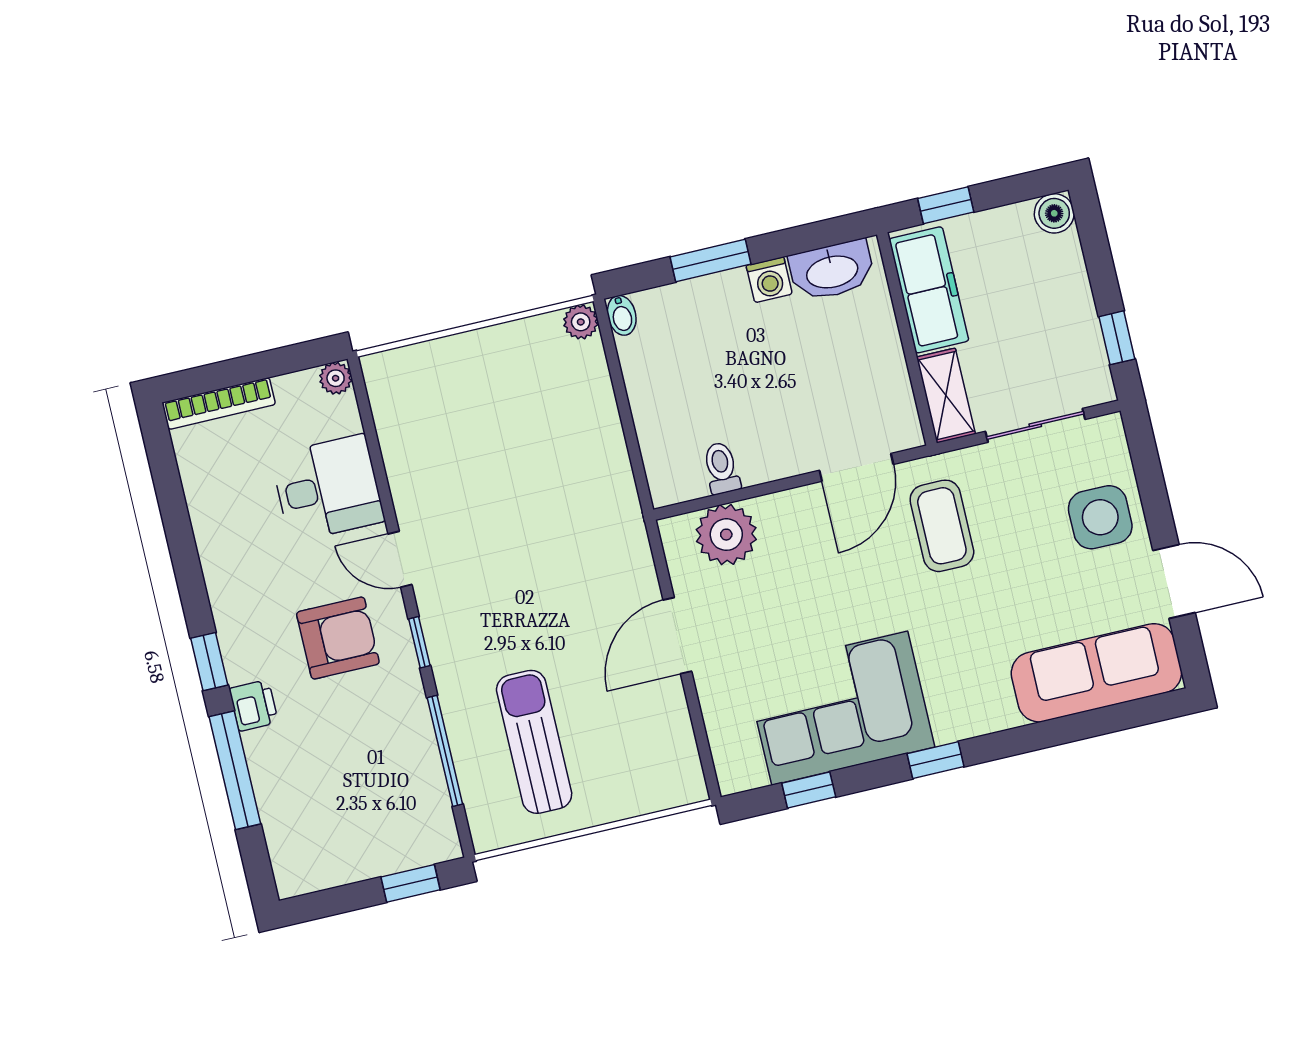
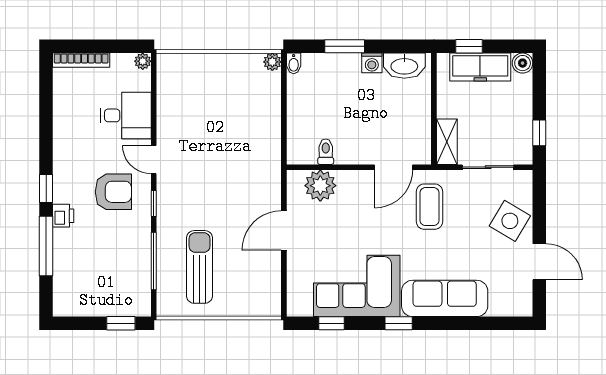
freezer: (929, 290) -> (480, 67), moved, turned 90
side table: (1100, 517) -> (510, 221), turned 31
sofa: (1096, 673) -> (445, 298), moved

